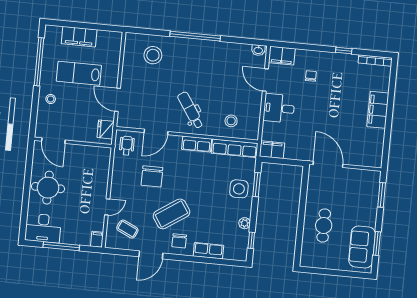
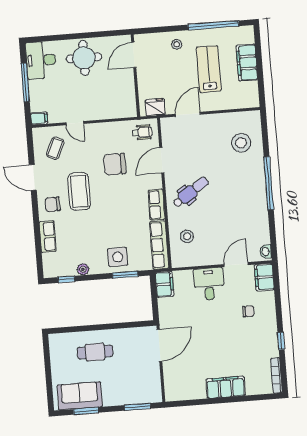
door: (156, 132) -> (162, 160), hinge flipped
coffee table: (171, 214) -> (79, 191), turned 34

